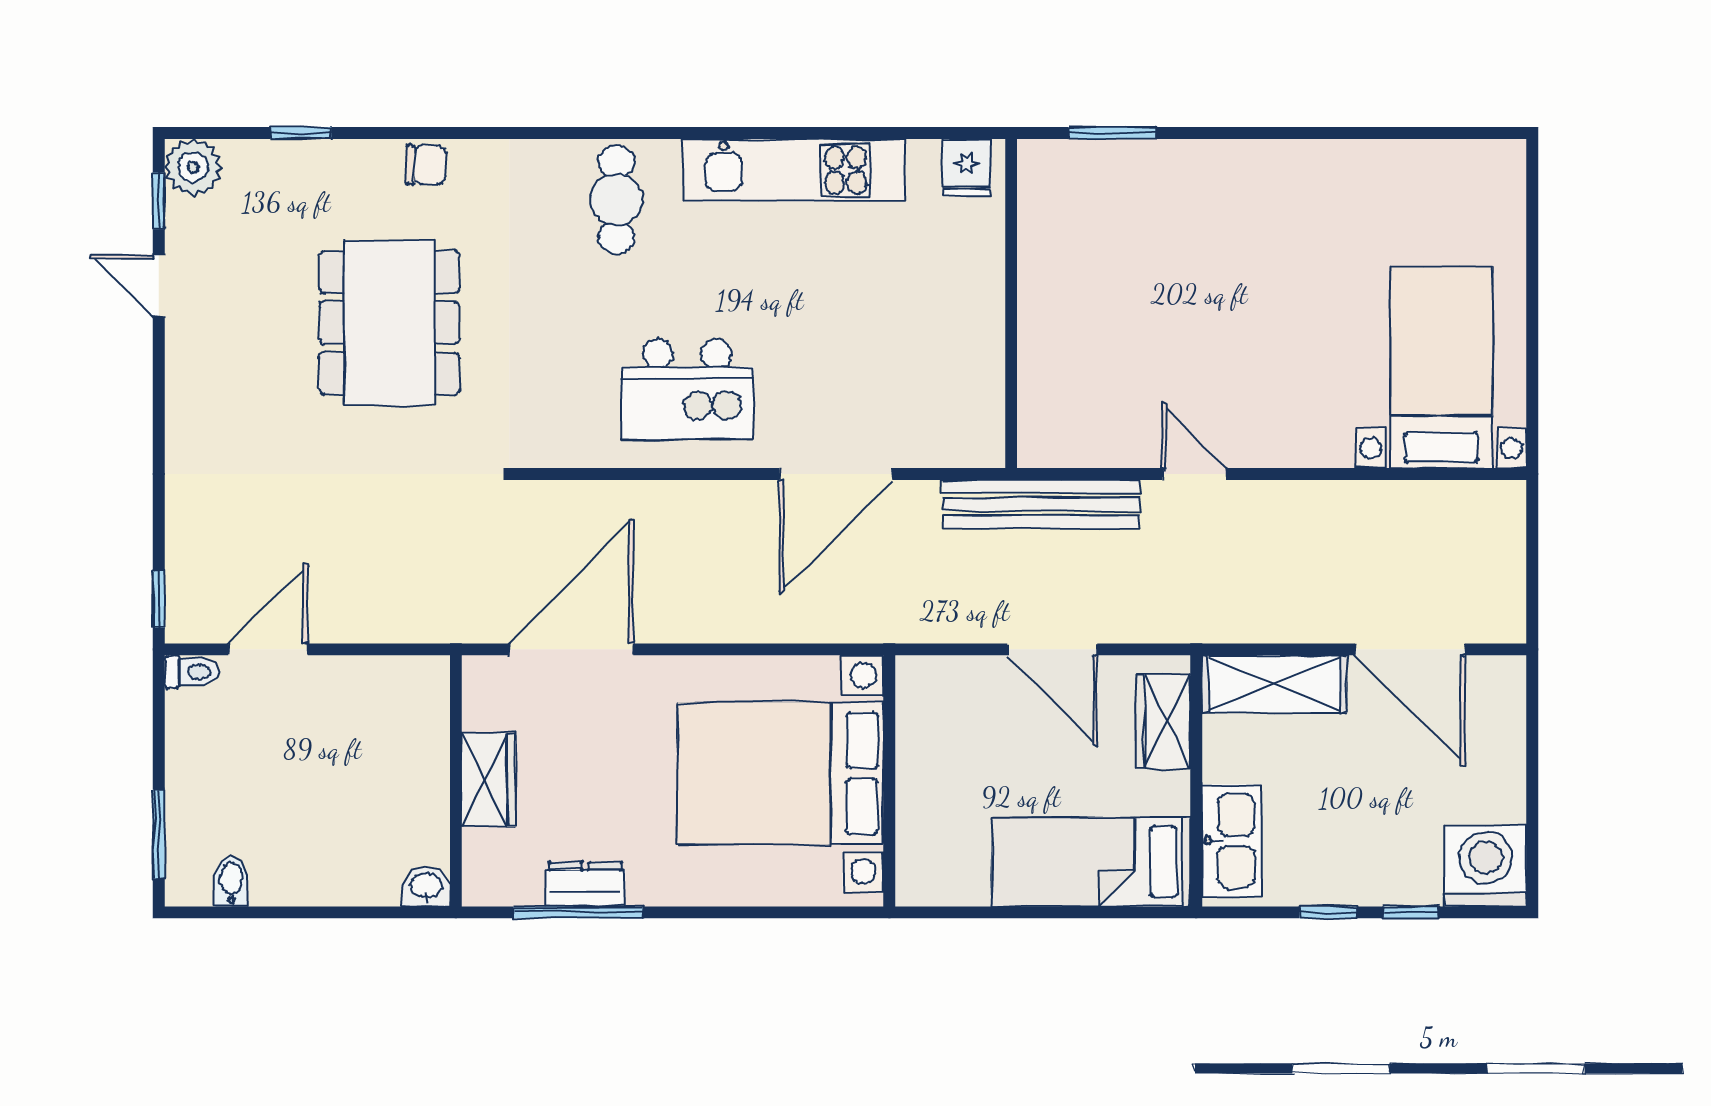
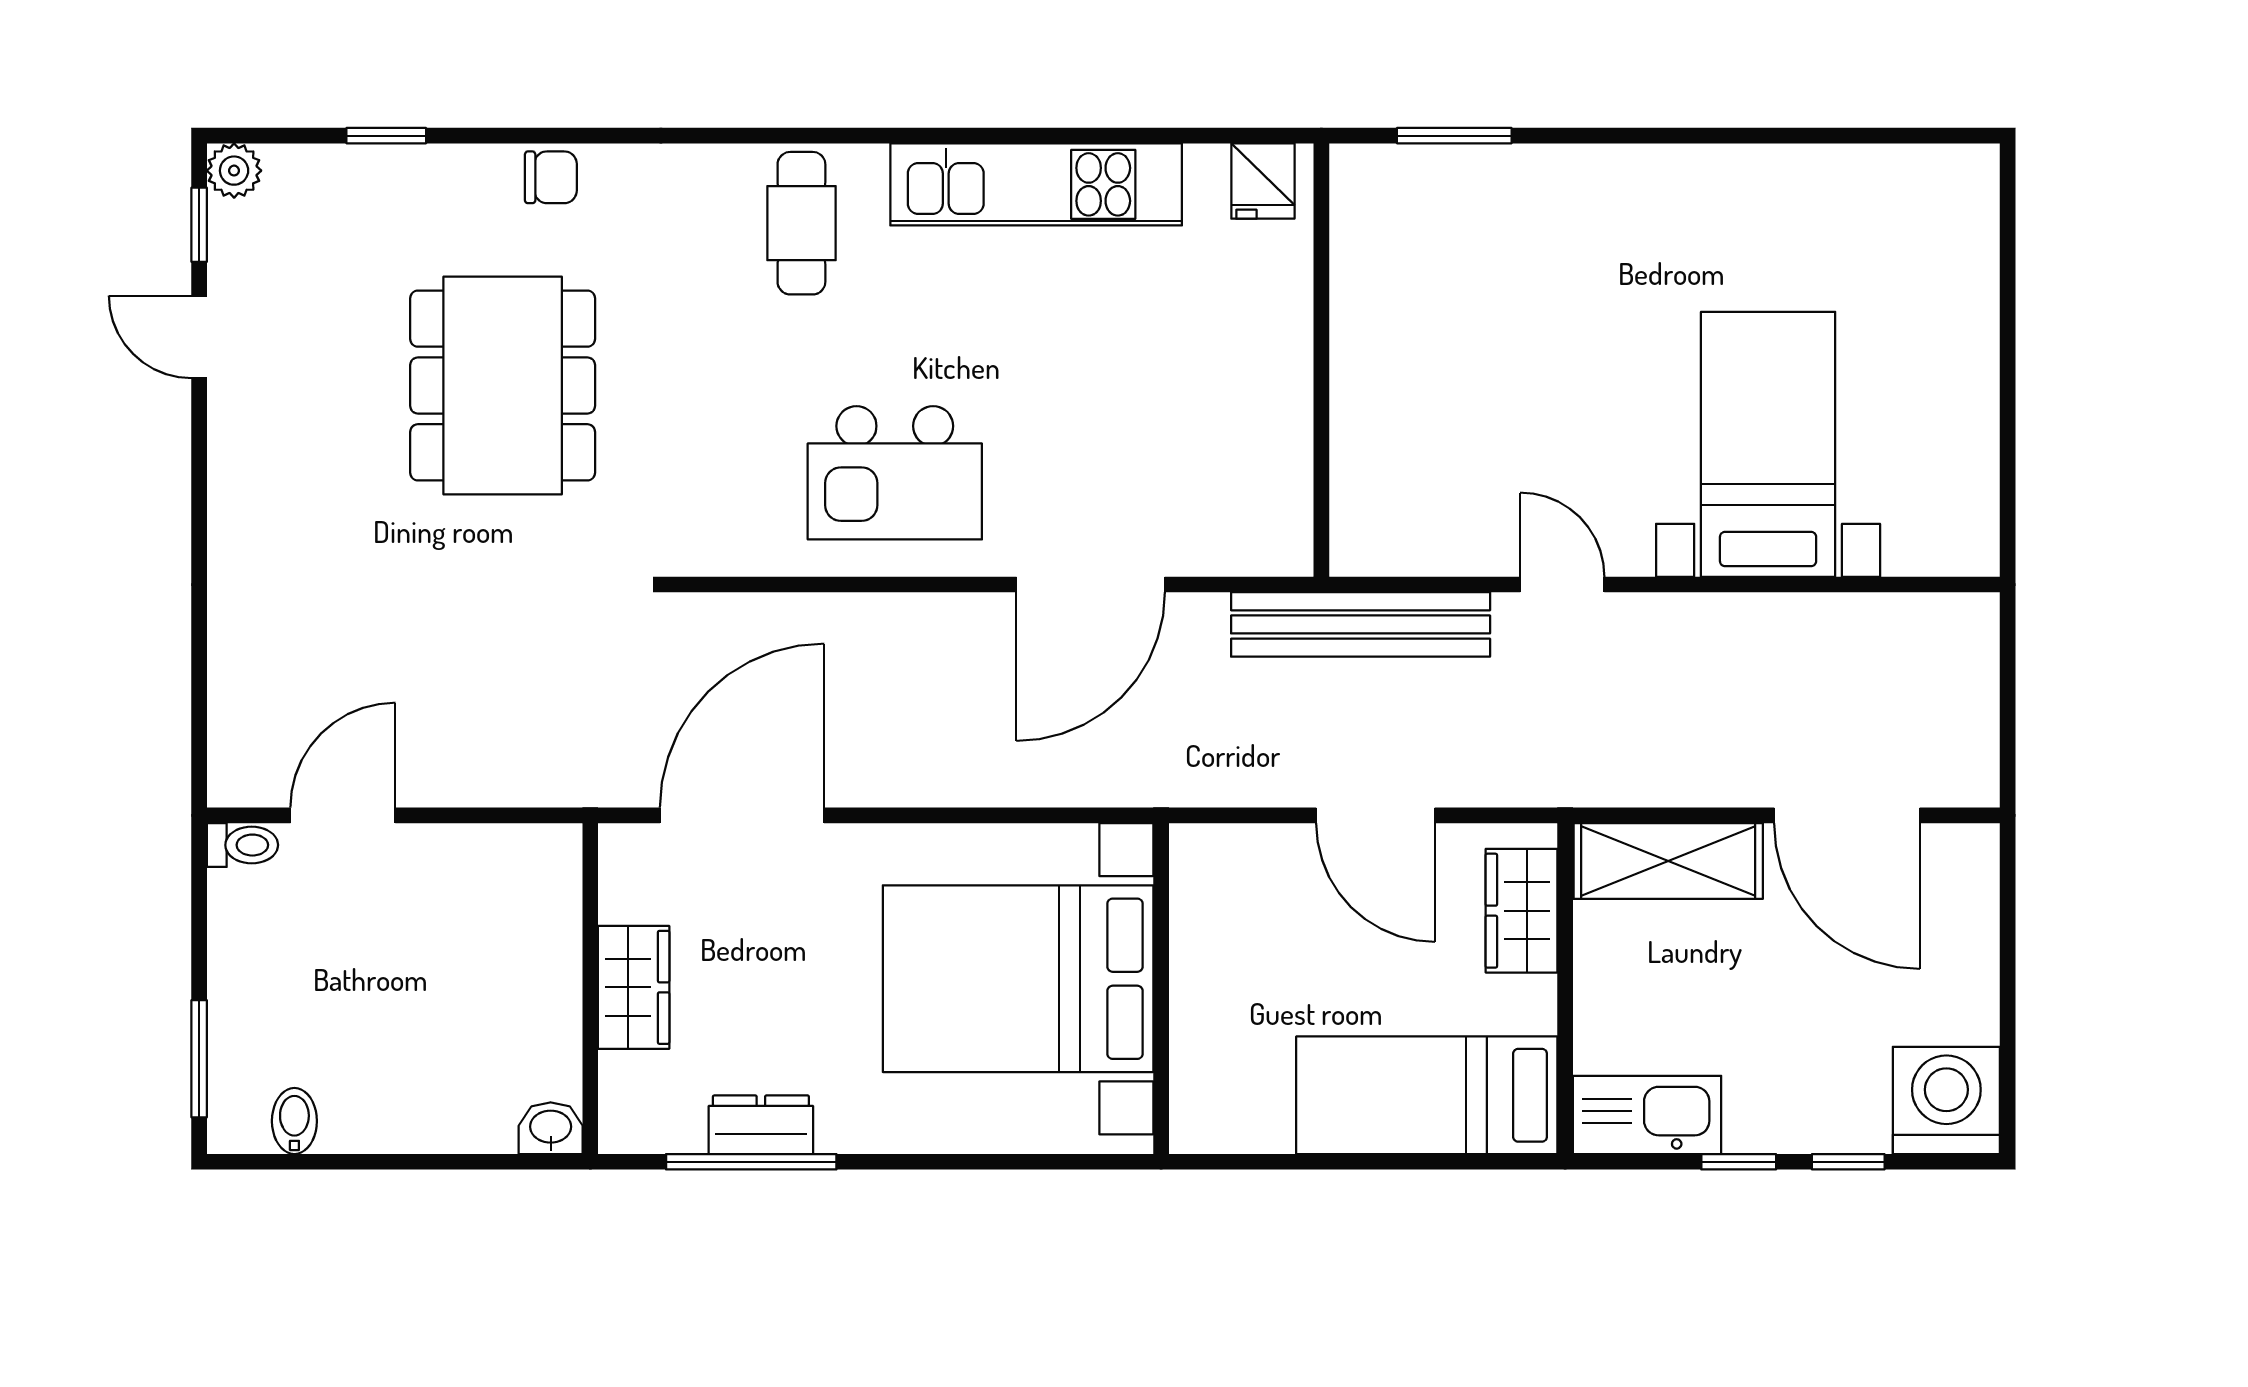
plant: (193, 167) -> (234, 171), width x0.73, depth x0.73
bed with nightstands: (1441, 368) -> (1768, 444), moved
window: (159, 600) -> (199, 750), removed
kitchen sink: (1232, 841) -> (1647, 1115), moved, turned -90

